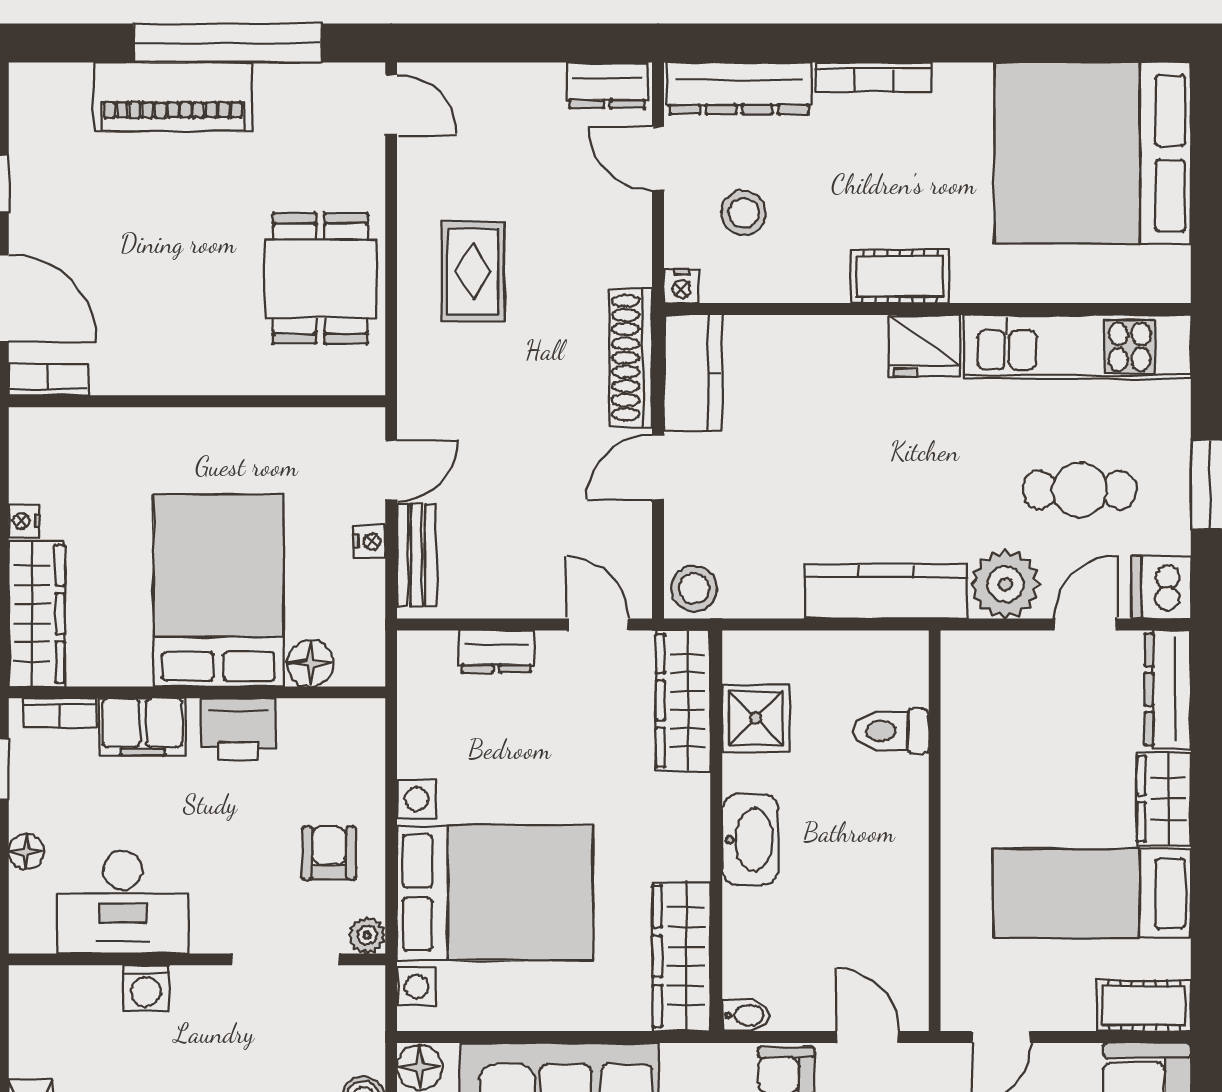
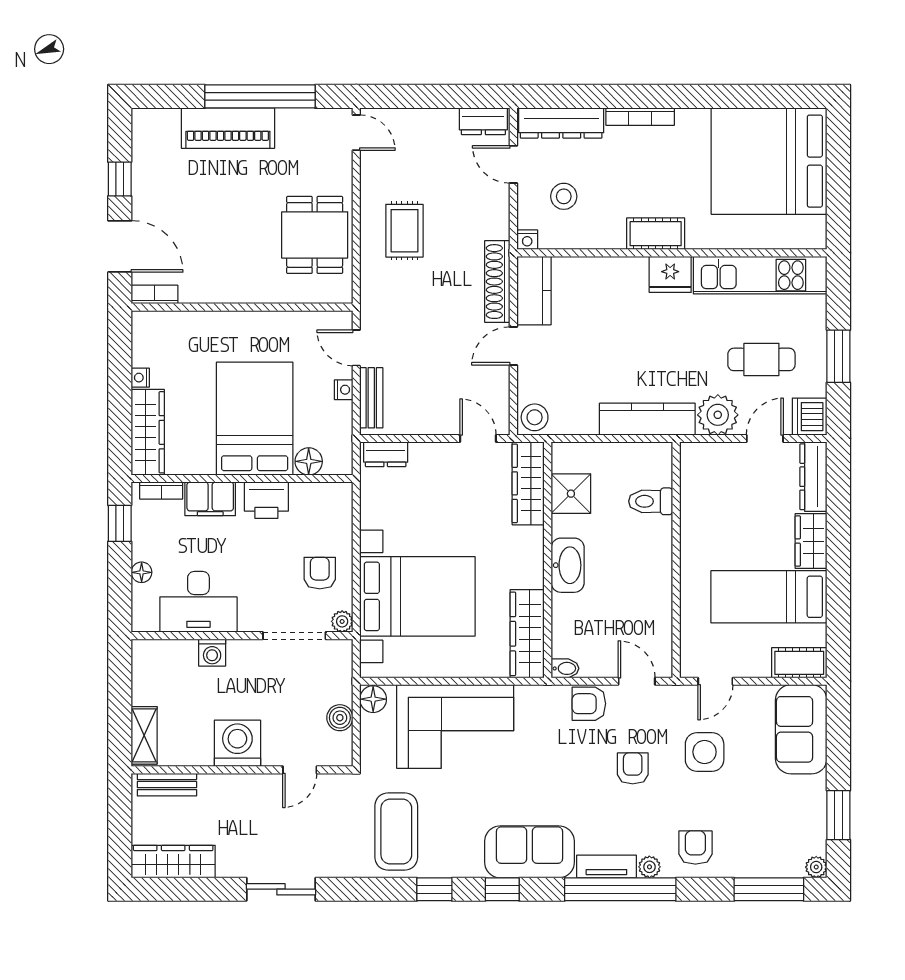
door: (391, 470) -> (356, 348), swing flipped
dresser: (496, 651) -> (386, 454), moved

